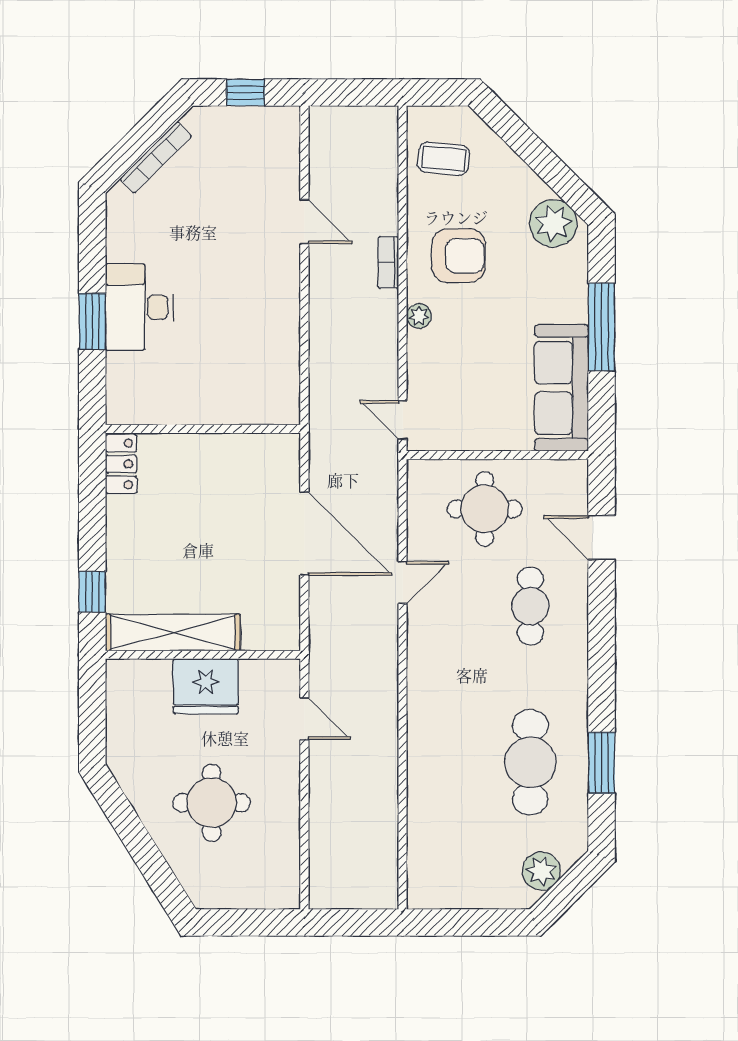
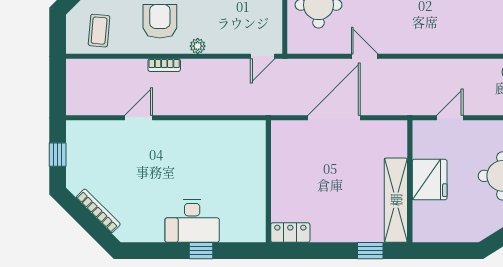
window: (92, 321) -> (201, 251), width x0.67

